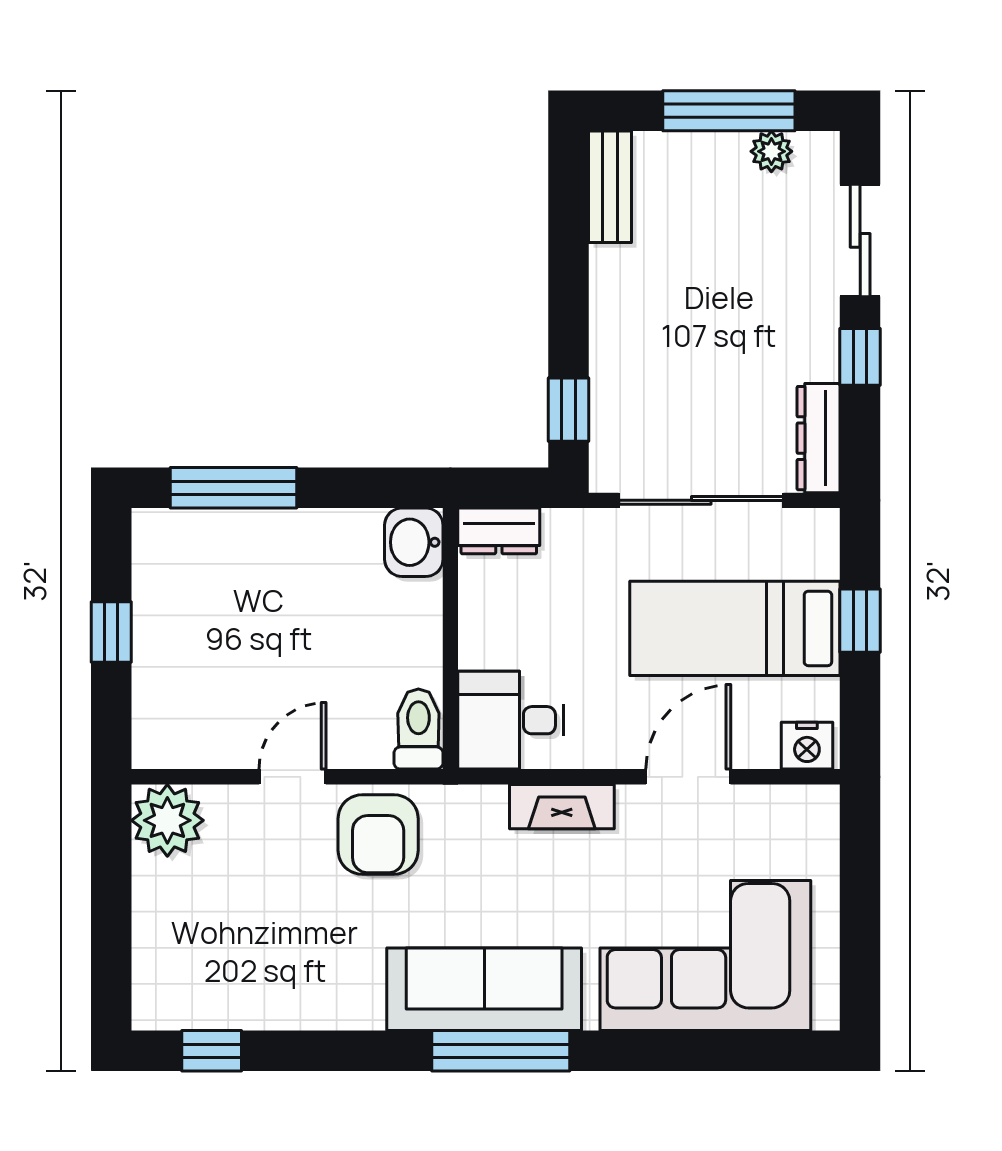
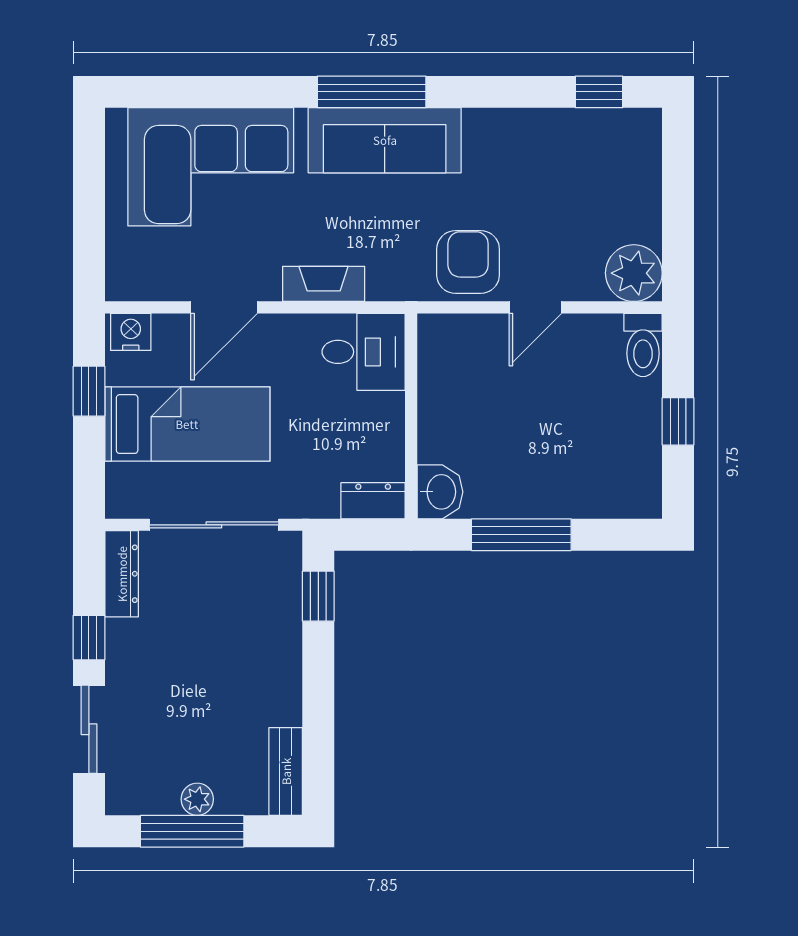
plant: (771, 151) -> (197, 799), moved
window: (234, 488) -> (521, 535), moved
window: (860, 621) -> (89, 391), moved
toilet: (418, 729) -> (643, 345), moved

